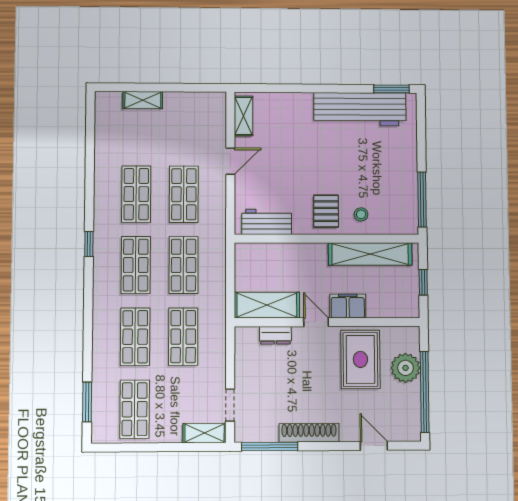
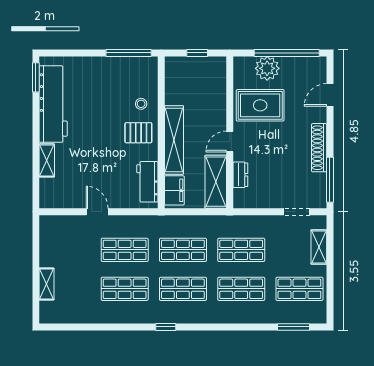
shelving: (244, 116) -> (47, 160), moved, turned 90
shelving: (370, 254) -> (174, 140), moved
filing cabinet: (348, 306) -> (174, 190), moved, turned 180
shelving: (205, 433) -> (319, 247), moved

